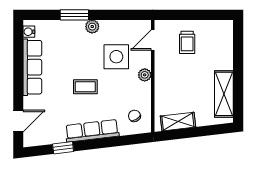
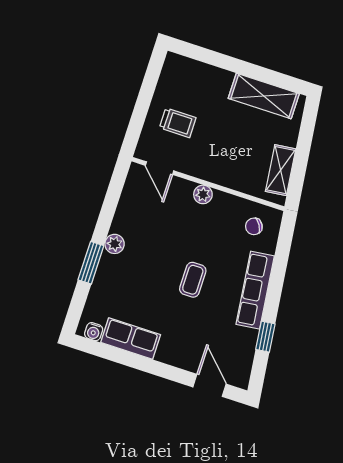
side table: (116, 57) -> (166, 225), removed
row of seats: (32, 67) -> (131, 339), width x0.68

